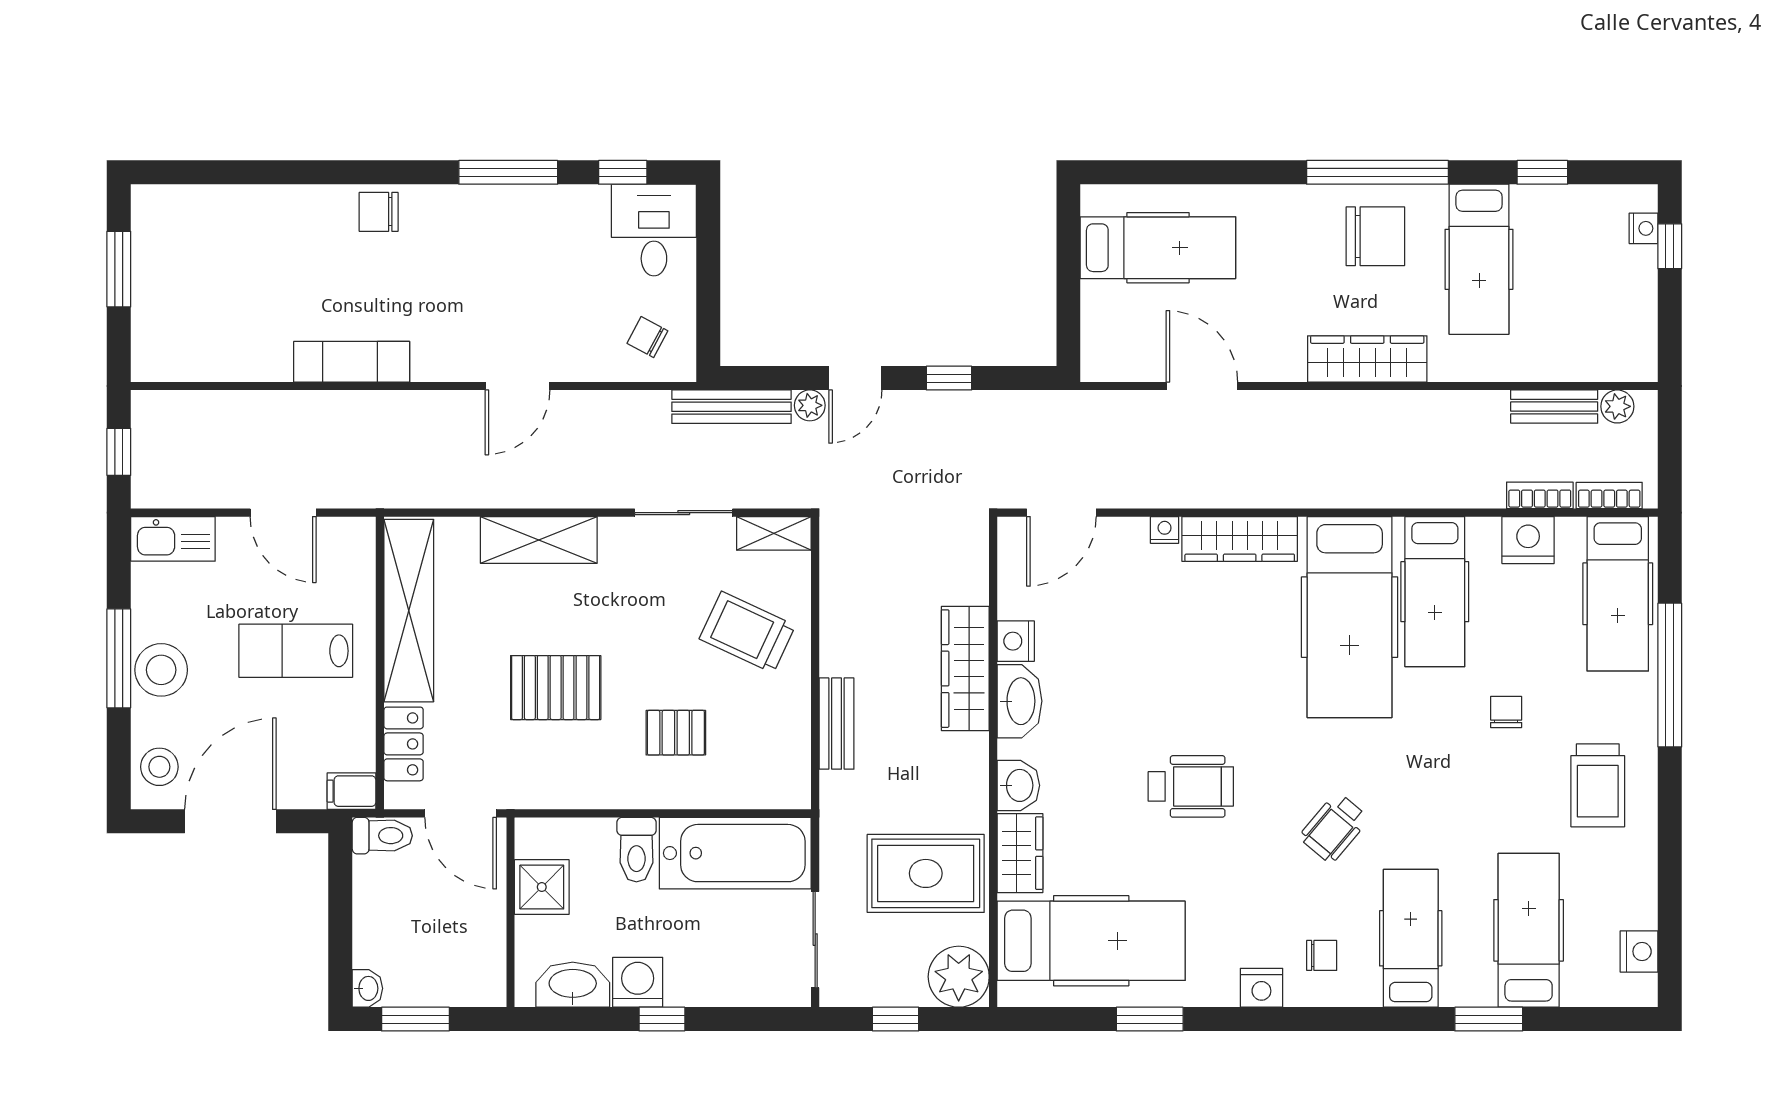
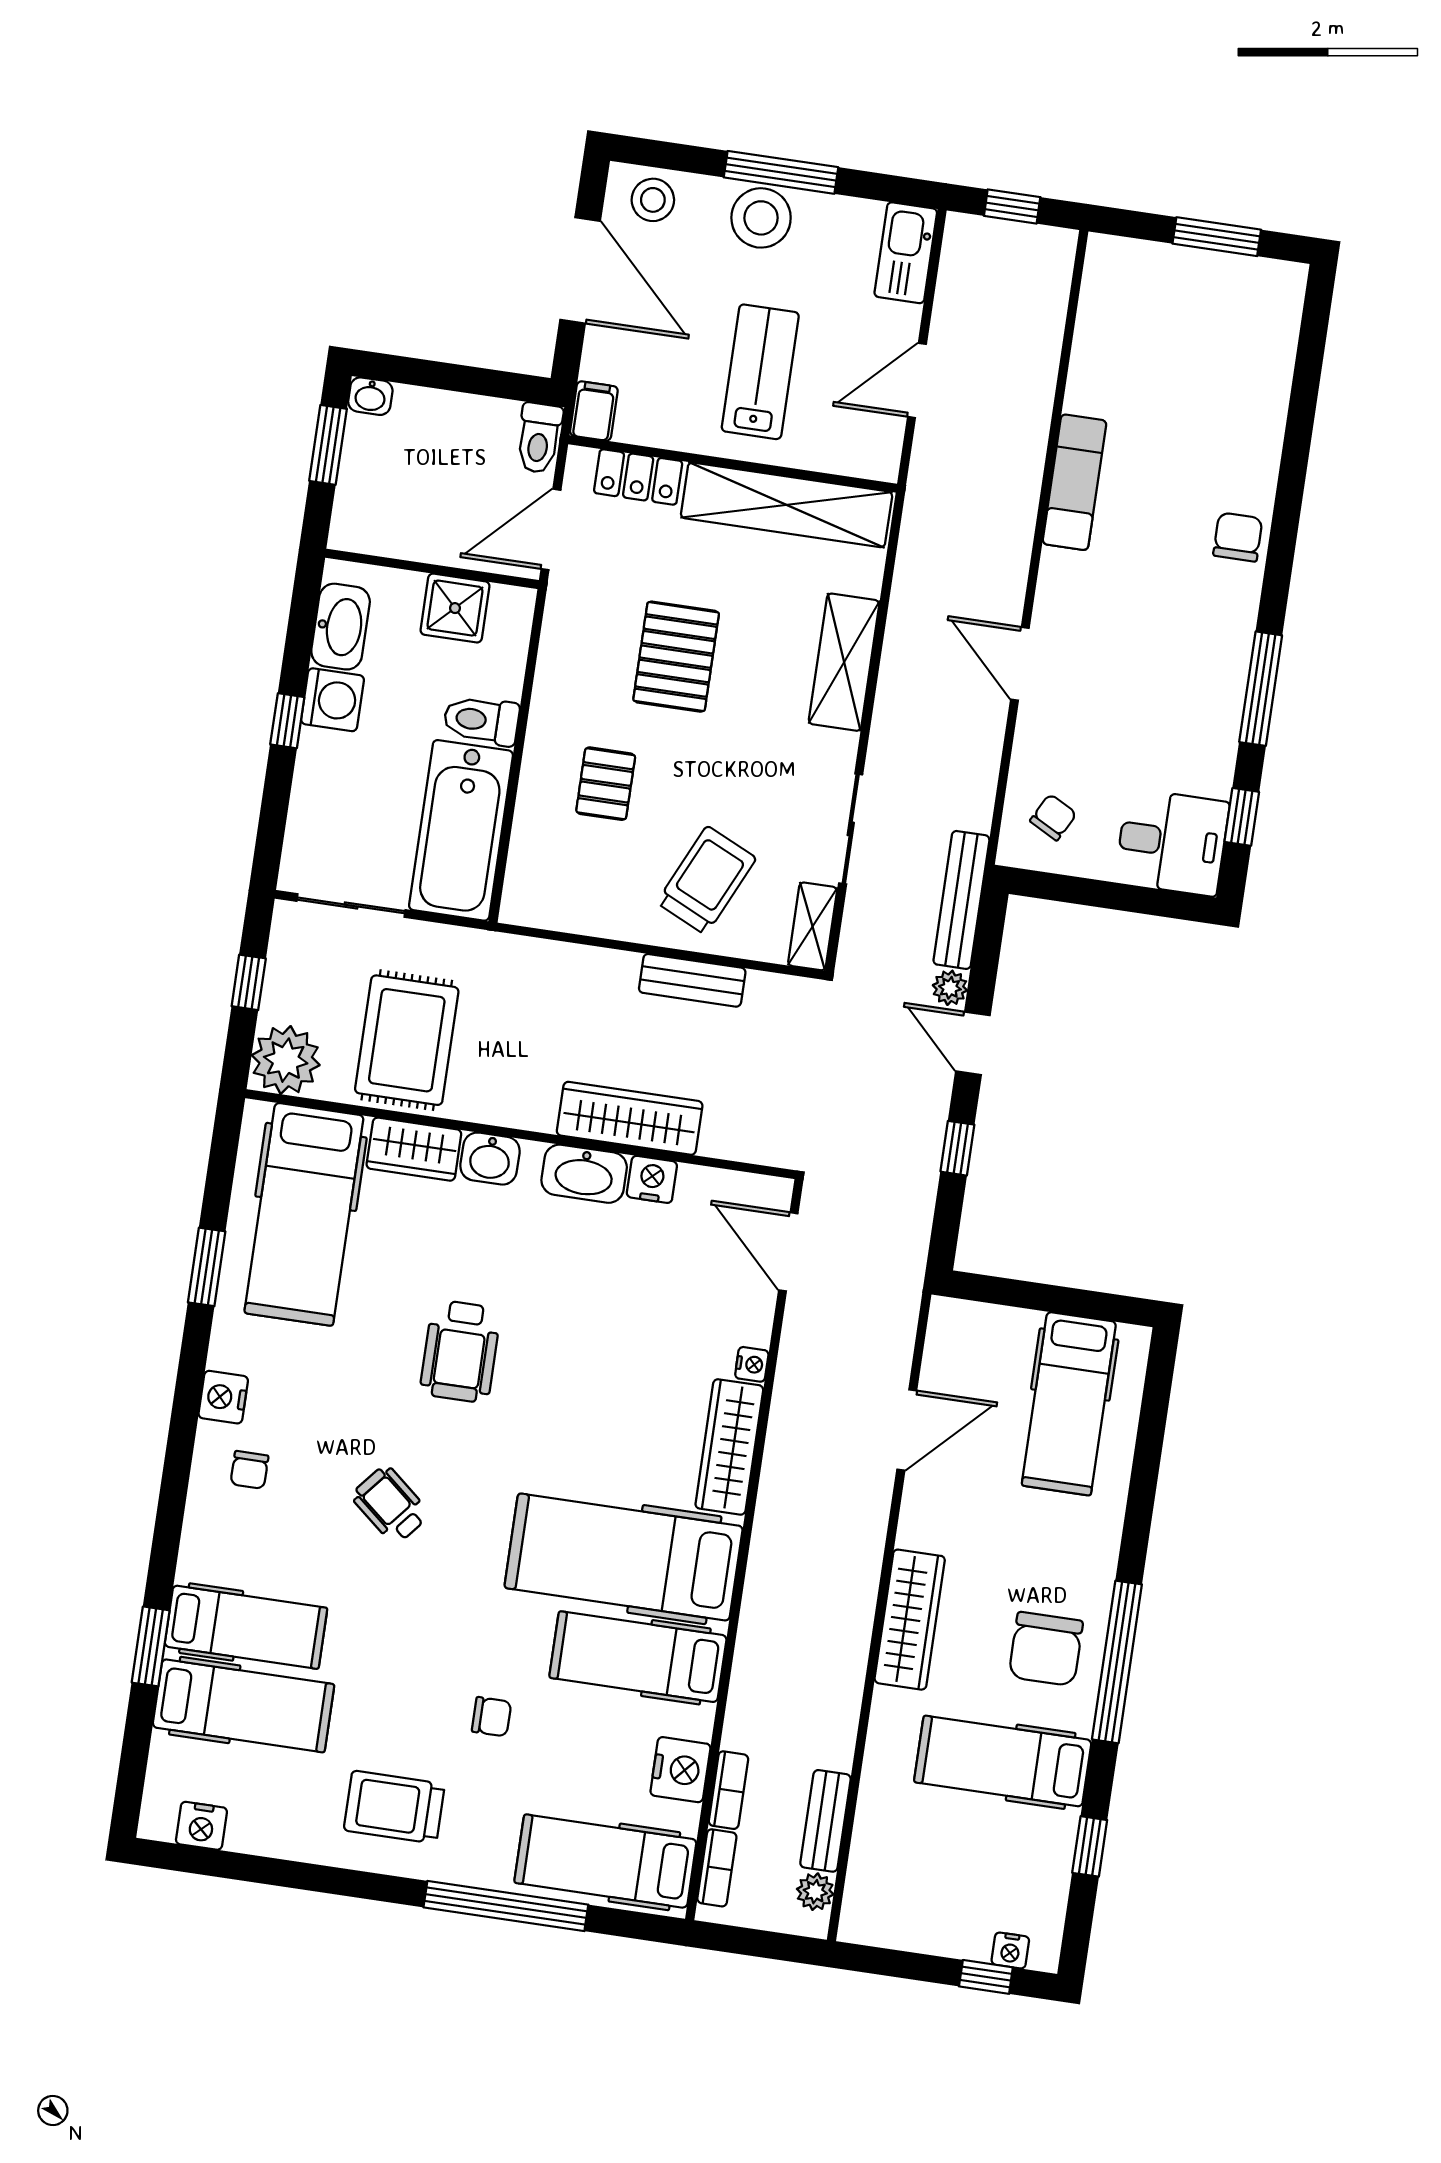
bench: (837, 724) -> (692, 980), moved
hospital bed: (1411, 938) -> (246, 1627), moved

